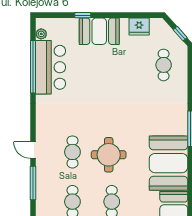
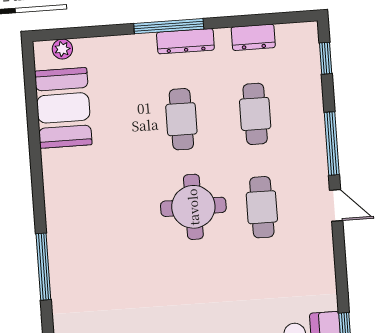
booth: (168, 163) -> (80, 199), removed

